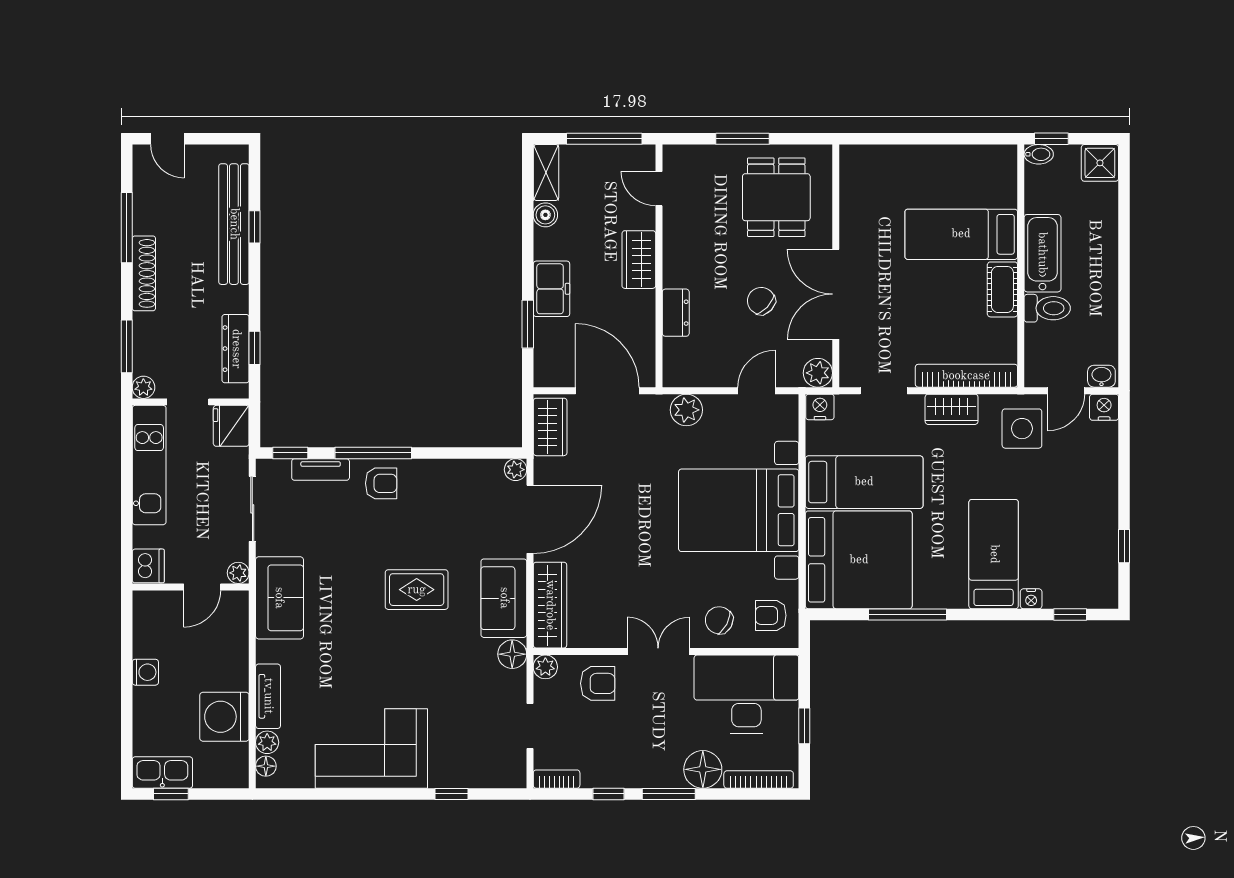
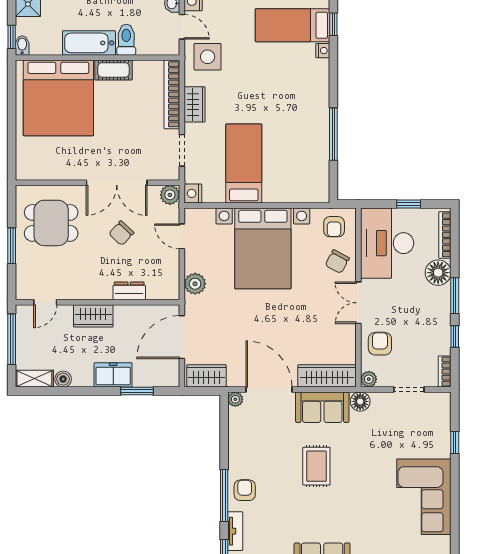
bed: (961, 234) -> (58, 98), width x2.04
bed: (994, 554) -> (293, 25), moved
bed: (859, 560) -> (296, 167), removed

